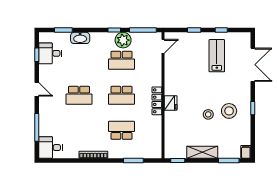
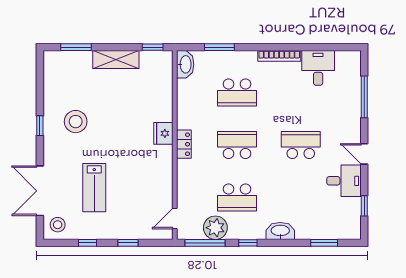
washbasin: (80, 38) -> (280, 231), moved
plant: (123, 40) -> (215, 228), moved
desk: (50, 53) -> (344, 181), moved
lab bench: (217, 56) -> (94, 188), moved
school desk: (122, 60) -> (237, 197), turned 180
locker: (157, 101) -> (184, 144), width x0.66
stool: (208, 114) -> (58, 225), moved
desk: (50, 148) -> (318, 68), moved, turned -90
washbasin: (156, 149) -> (185, 64), added
filing cabinet: (246, 152) -> (50, 60), removed

